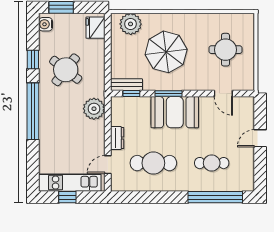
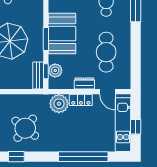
plant: (132, 104) -> (55, 70), added
window: (33, 111) -> (83, 157), moved
locker: (98, 134) -> (81, 100), added

